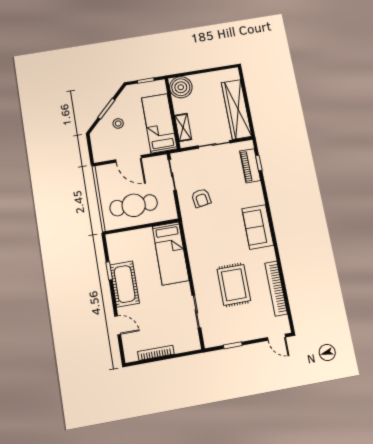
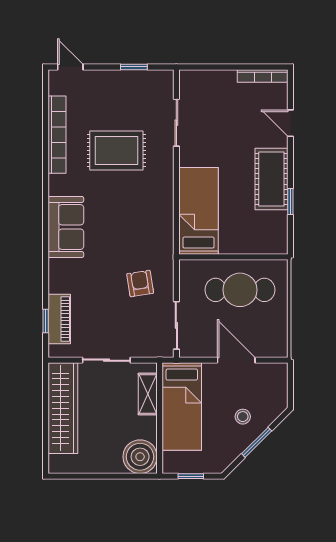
rug: (234, 285) -> (116, 150), turned 90
bookcase: (156, 353) -> (263, 76), moved

